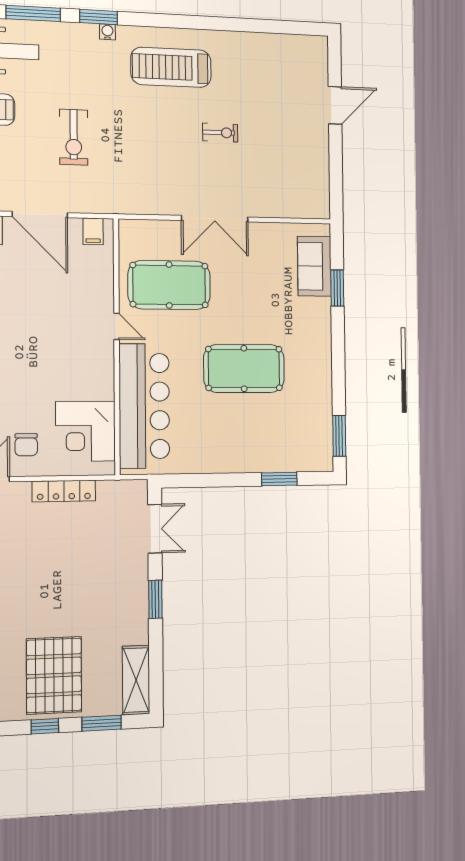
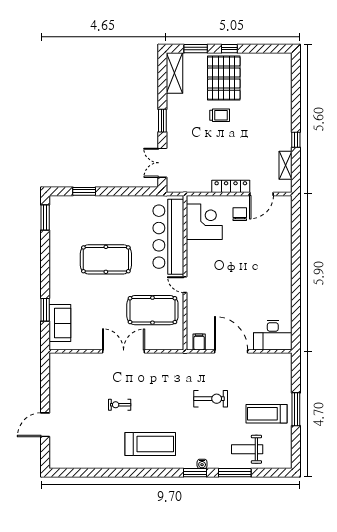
water cooler: (107, 32) -> (202, 464), moved
exercise bike: (74, 137) -> (211, 399), turned 90
locker: (64, 491) -> (231, 186), moved
trolley: (61, 612) -> (220, 115), added

